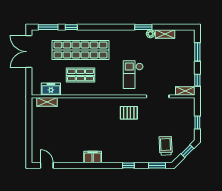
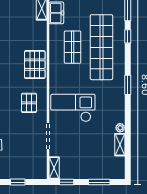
window: (143, 27) -> (128, 85), moved
checkout: (133, 75) -> (73, 108), width x1.36, depth x1.21
pallet: (96, 108) -> (35, 65), added

